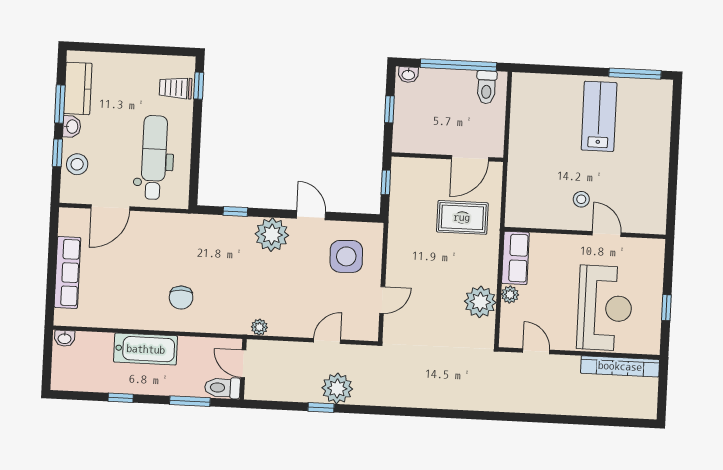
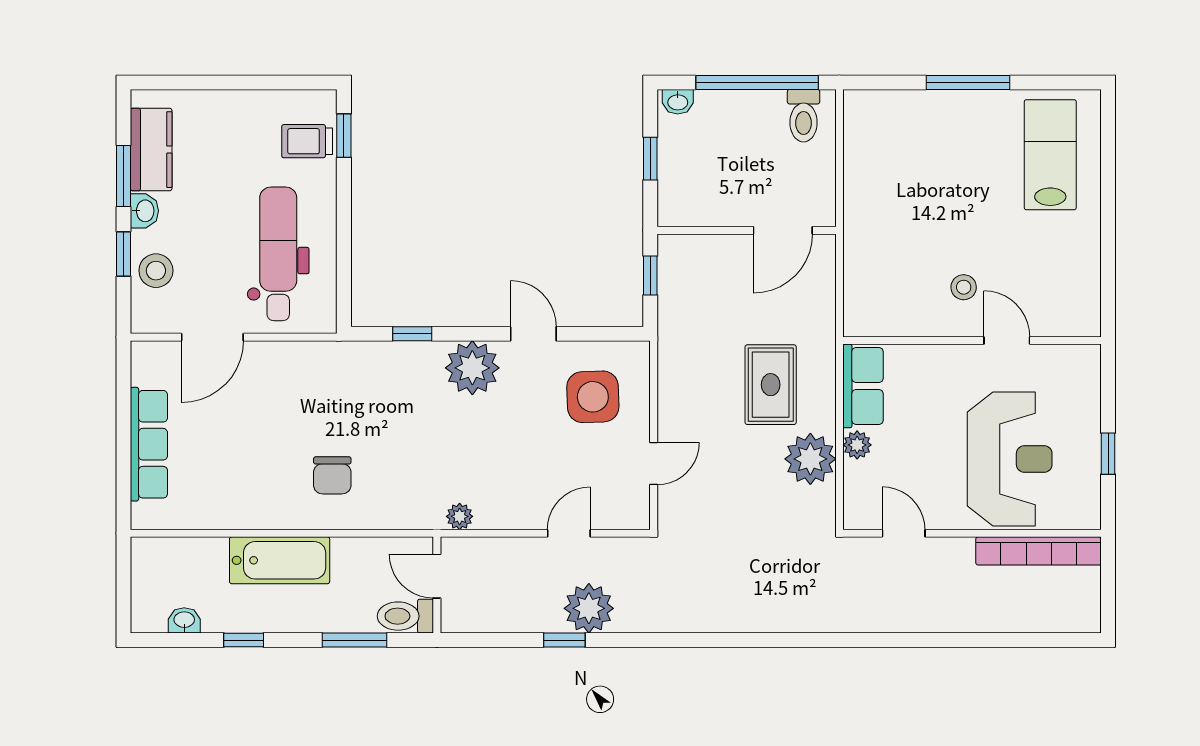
window: (635, 74) -> (968, 82), moved
lab bench: (599, 116) -> (1050, 155), moved
rug: (462, 217) -> (771, 385), moved, turned 90
washbasin: (65, 338) -> (184, 620), moved, turned 180

